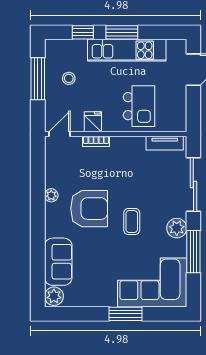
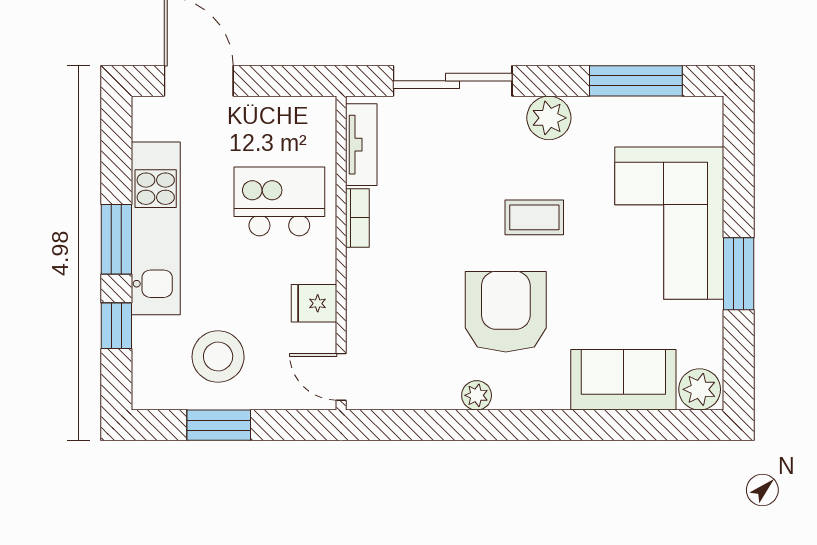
stool: (69, 78) -> (218, 357), width x1.89, depth x1.89
window: (38, 79) -> (219, 425), width x0.69
bookcase: (96, 141) -> (357, 218), moved
window: (193, 252) -> (636, 81), moved
corner sofa: (152, 282) -> (669, 223), moved
window: (126, 314) -> (739, 274), moved

